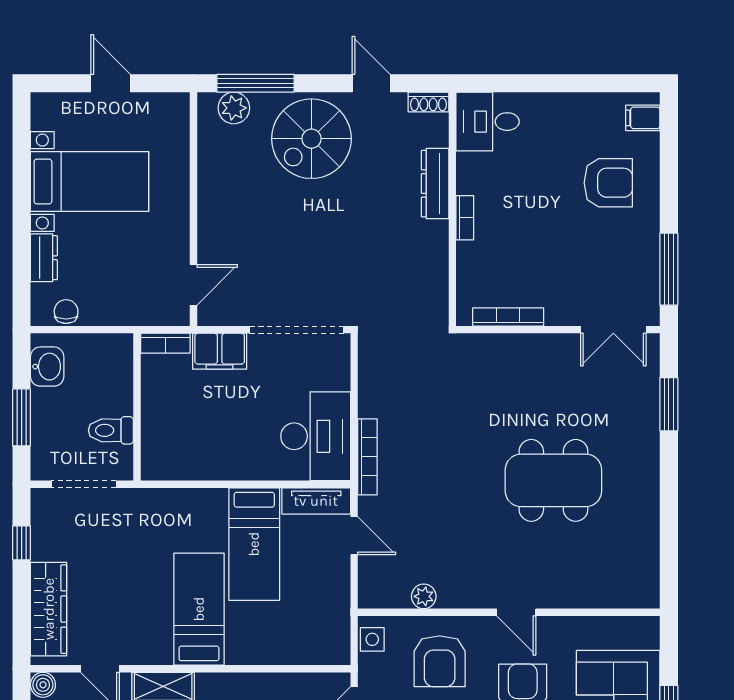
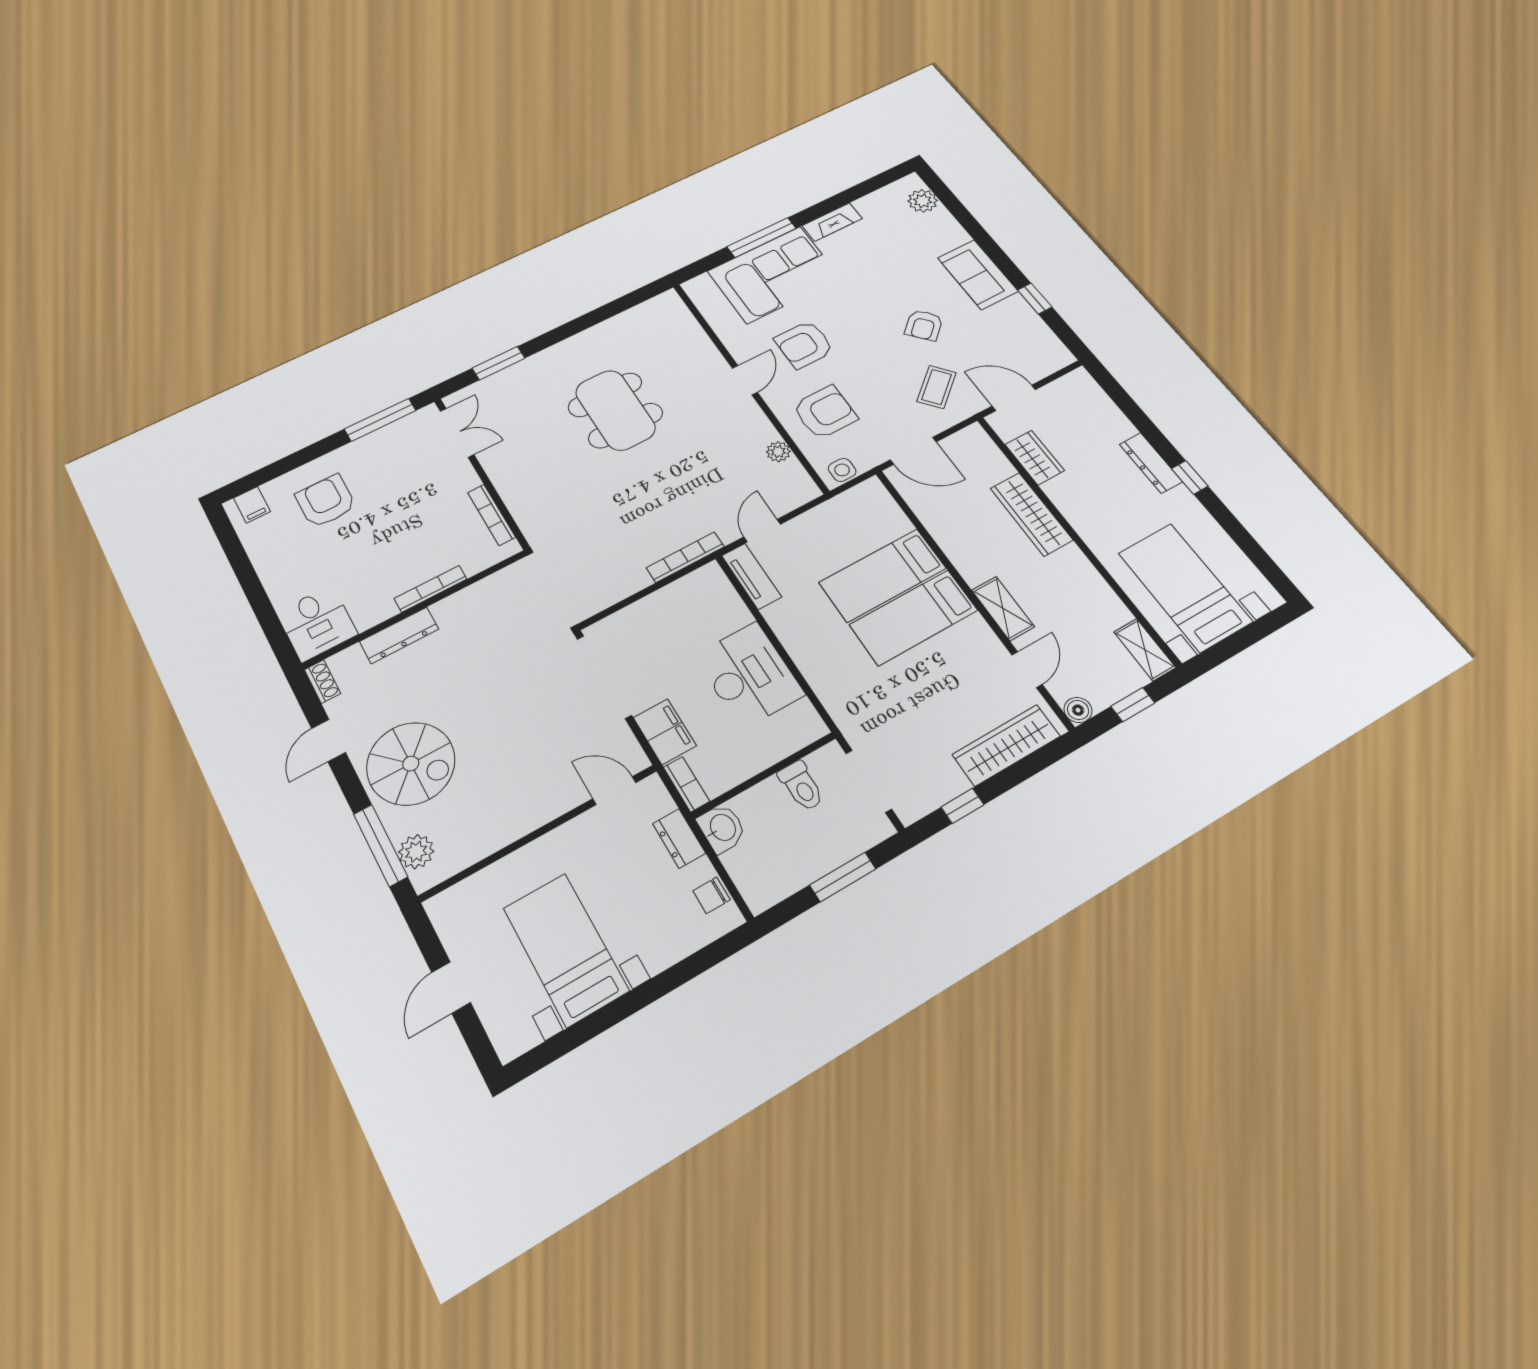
bookcase: (465, 218) -> (430, 589), width x1.56
dresser: (44, 258) -> (679, 838), moved, turned -90
washbasin: (47, 367) -> (722, 828), moved, turned 90
desk: (316, 436) -> (749, 675), moved, turned 90
bed: (254, 544) -> (883, 575), moved, turned 180

